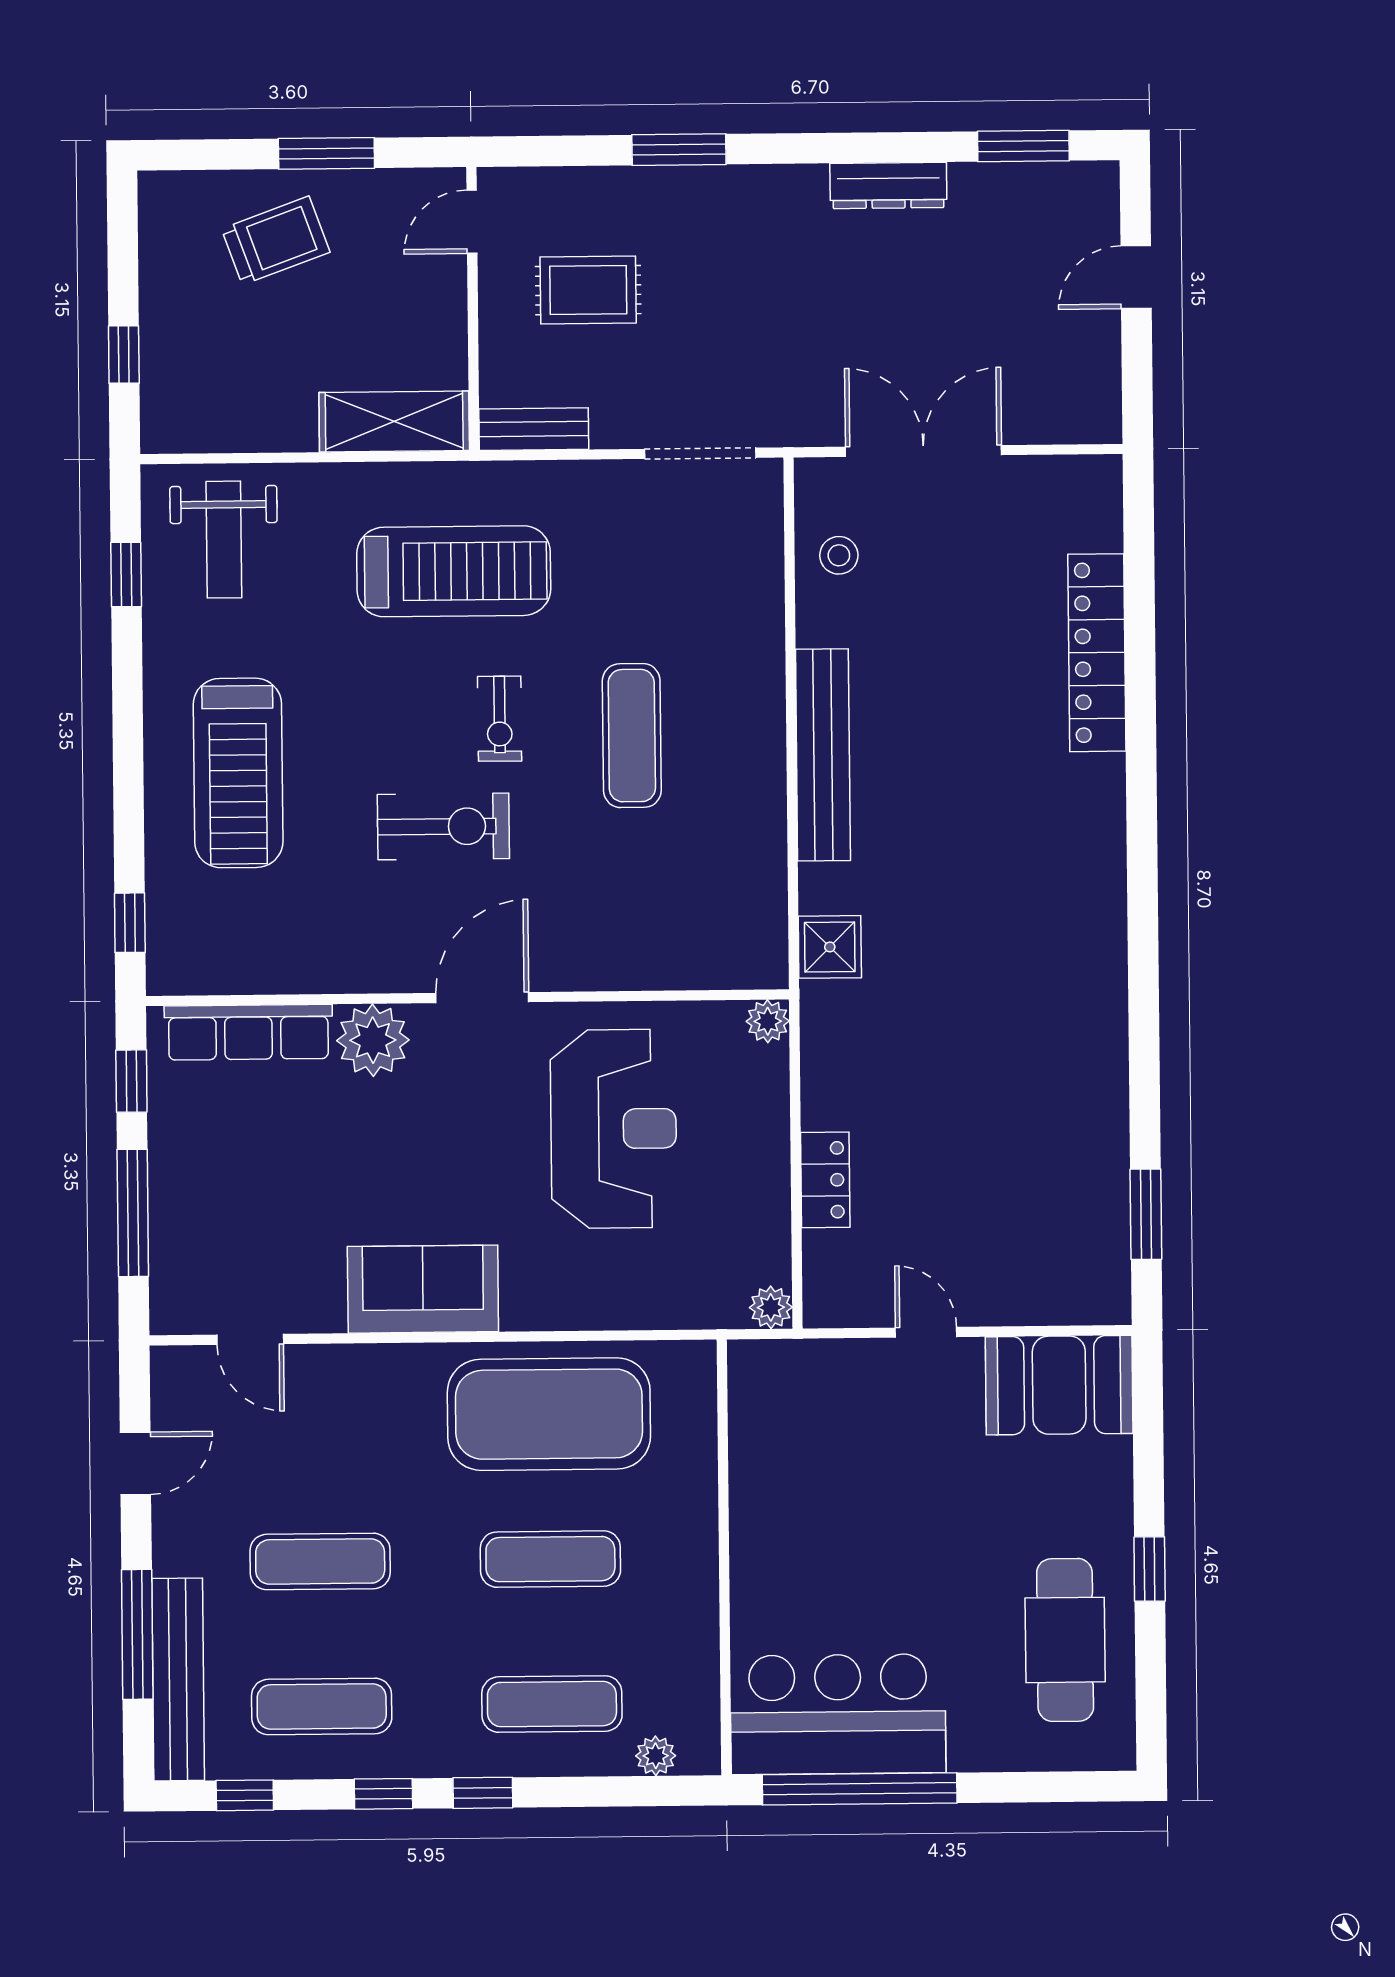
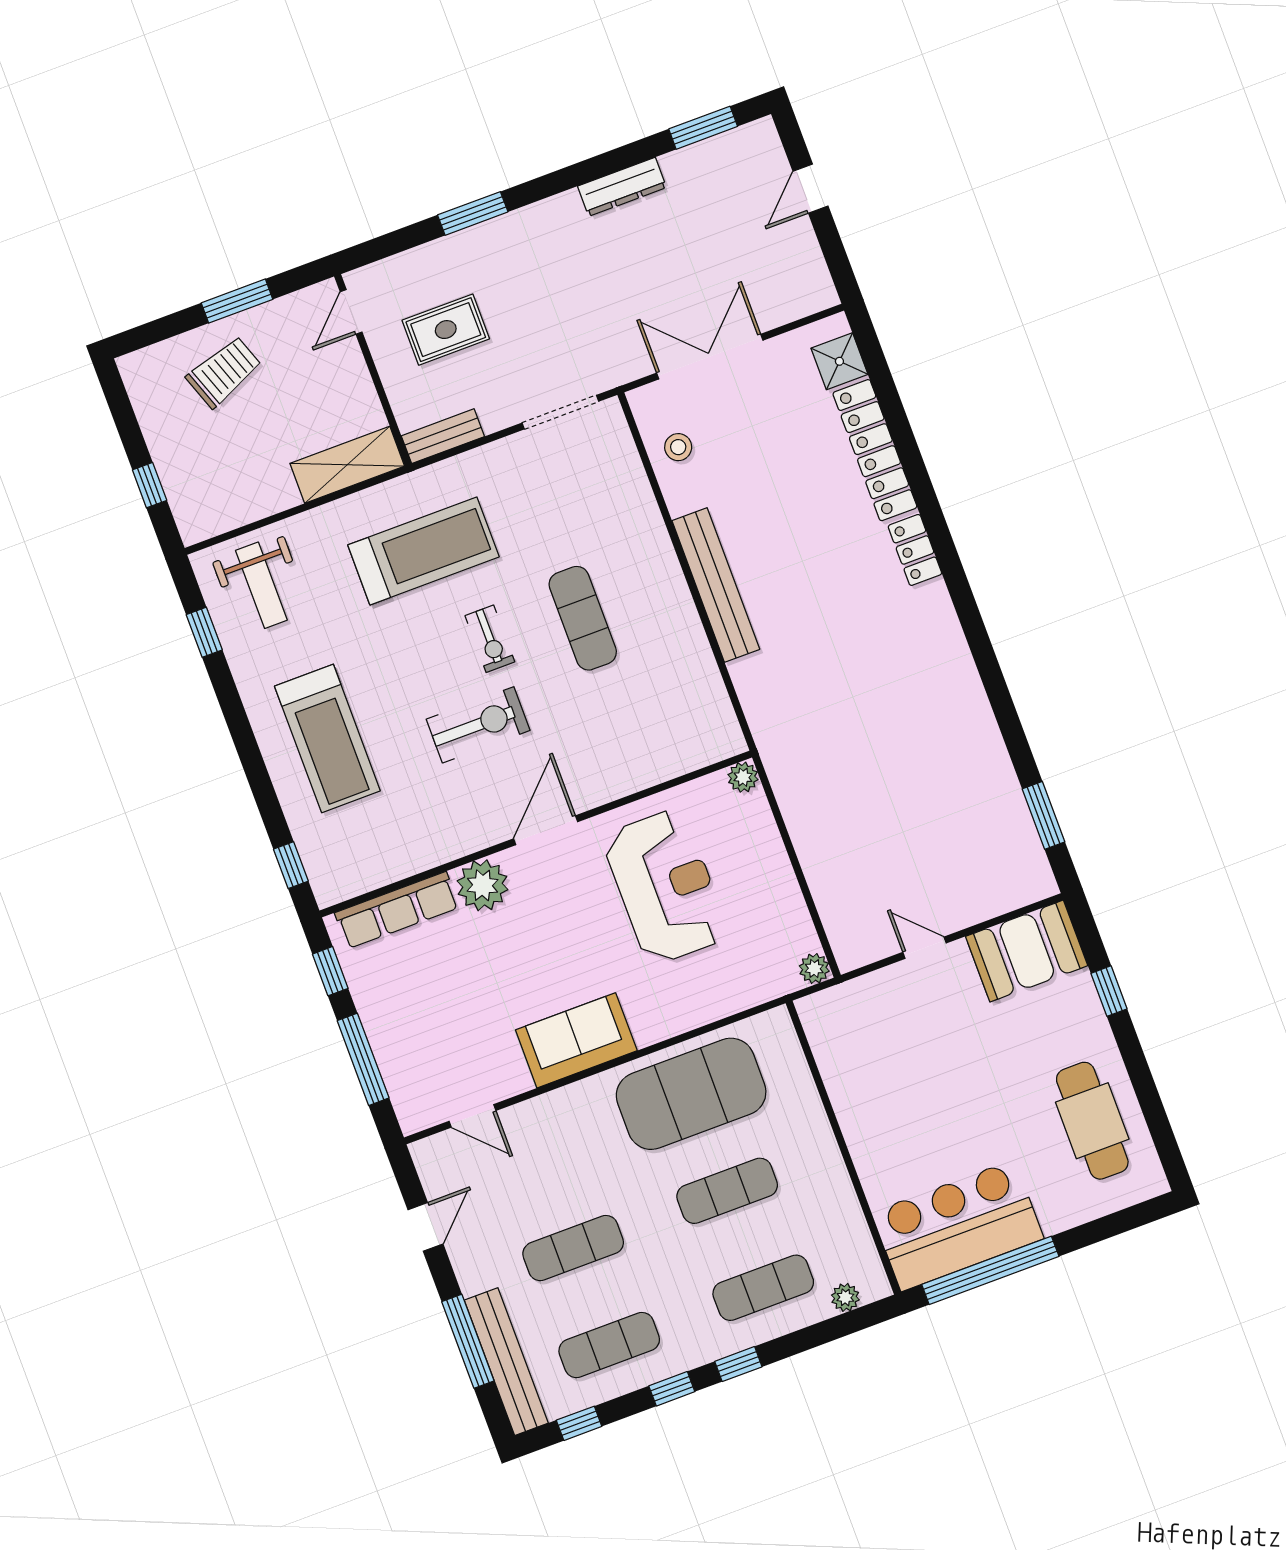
shower: (830, 947) -> (839, 361), moved
locker: (825, 1180) -> (915, 550), moved, turned 180
window: (1150, 1569) -> (1109, 991), moved

